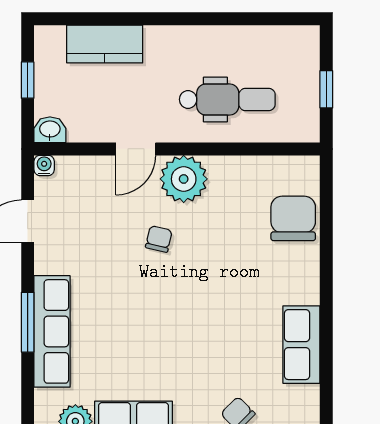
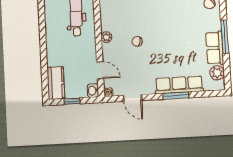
kitchen counter: (105, 44) -> (56, 83), moved
door: (136, 149) -> (100, 70), moved
plant: (184, 179) -> (106, 37), width x0.53, depth x0.53

